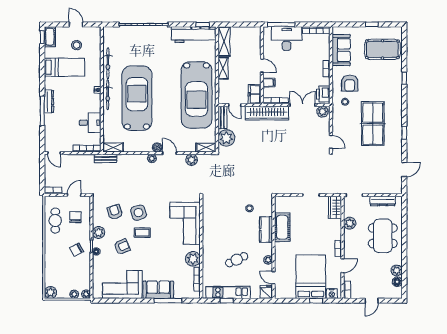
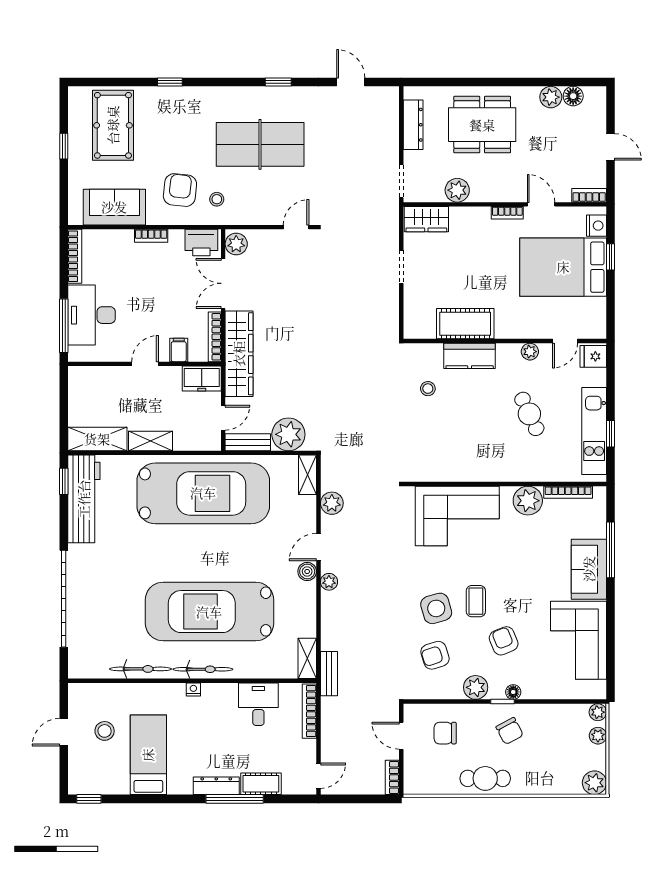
cot: (50, 37) -> (261, 784), moved
armchair: (350, 83) -> (180, 190), turned -84
cafe table: (55, 220) -> (485, 778), moved

